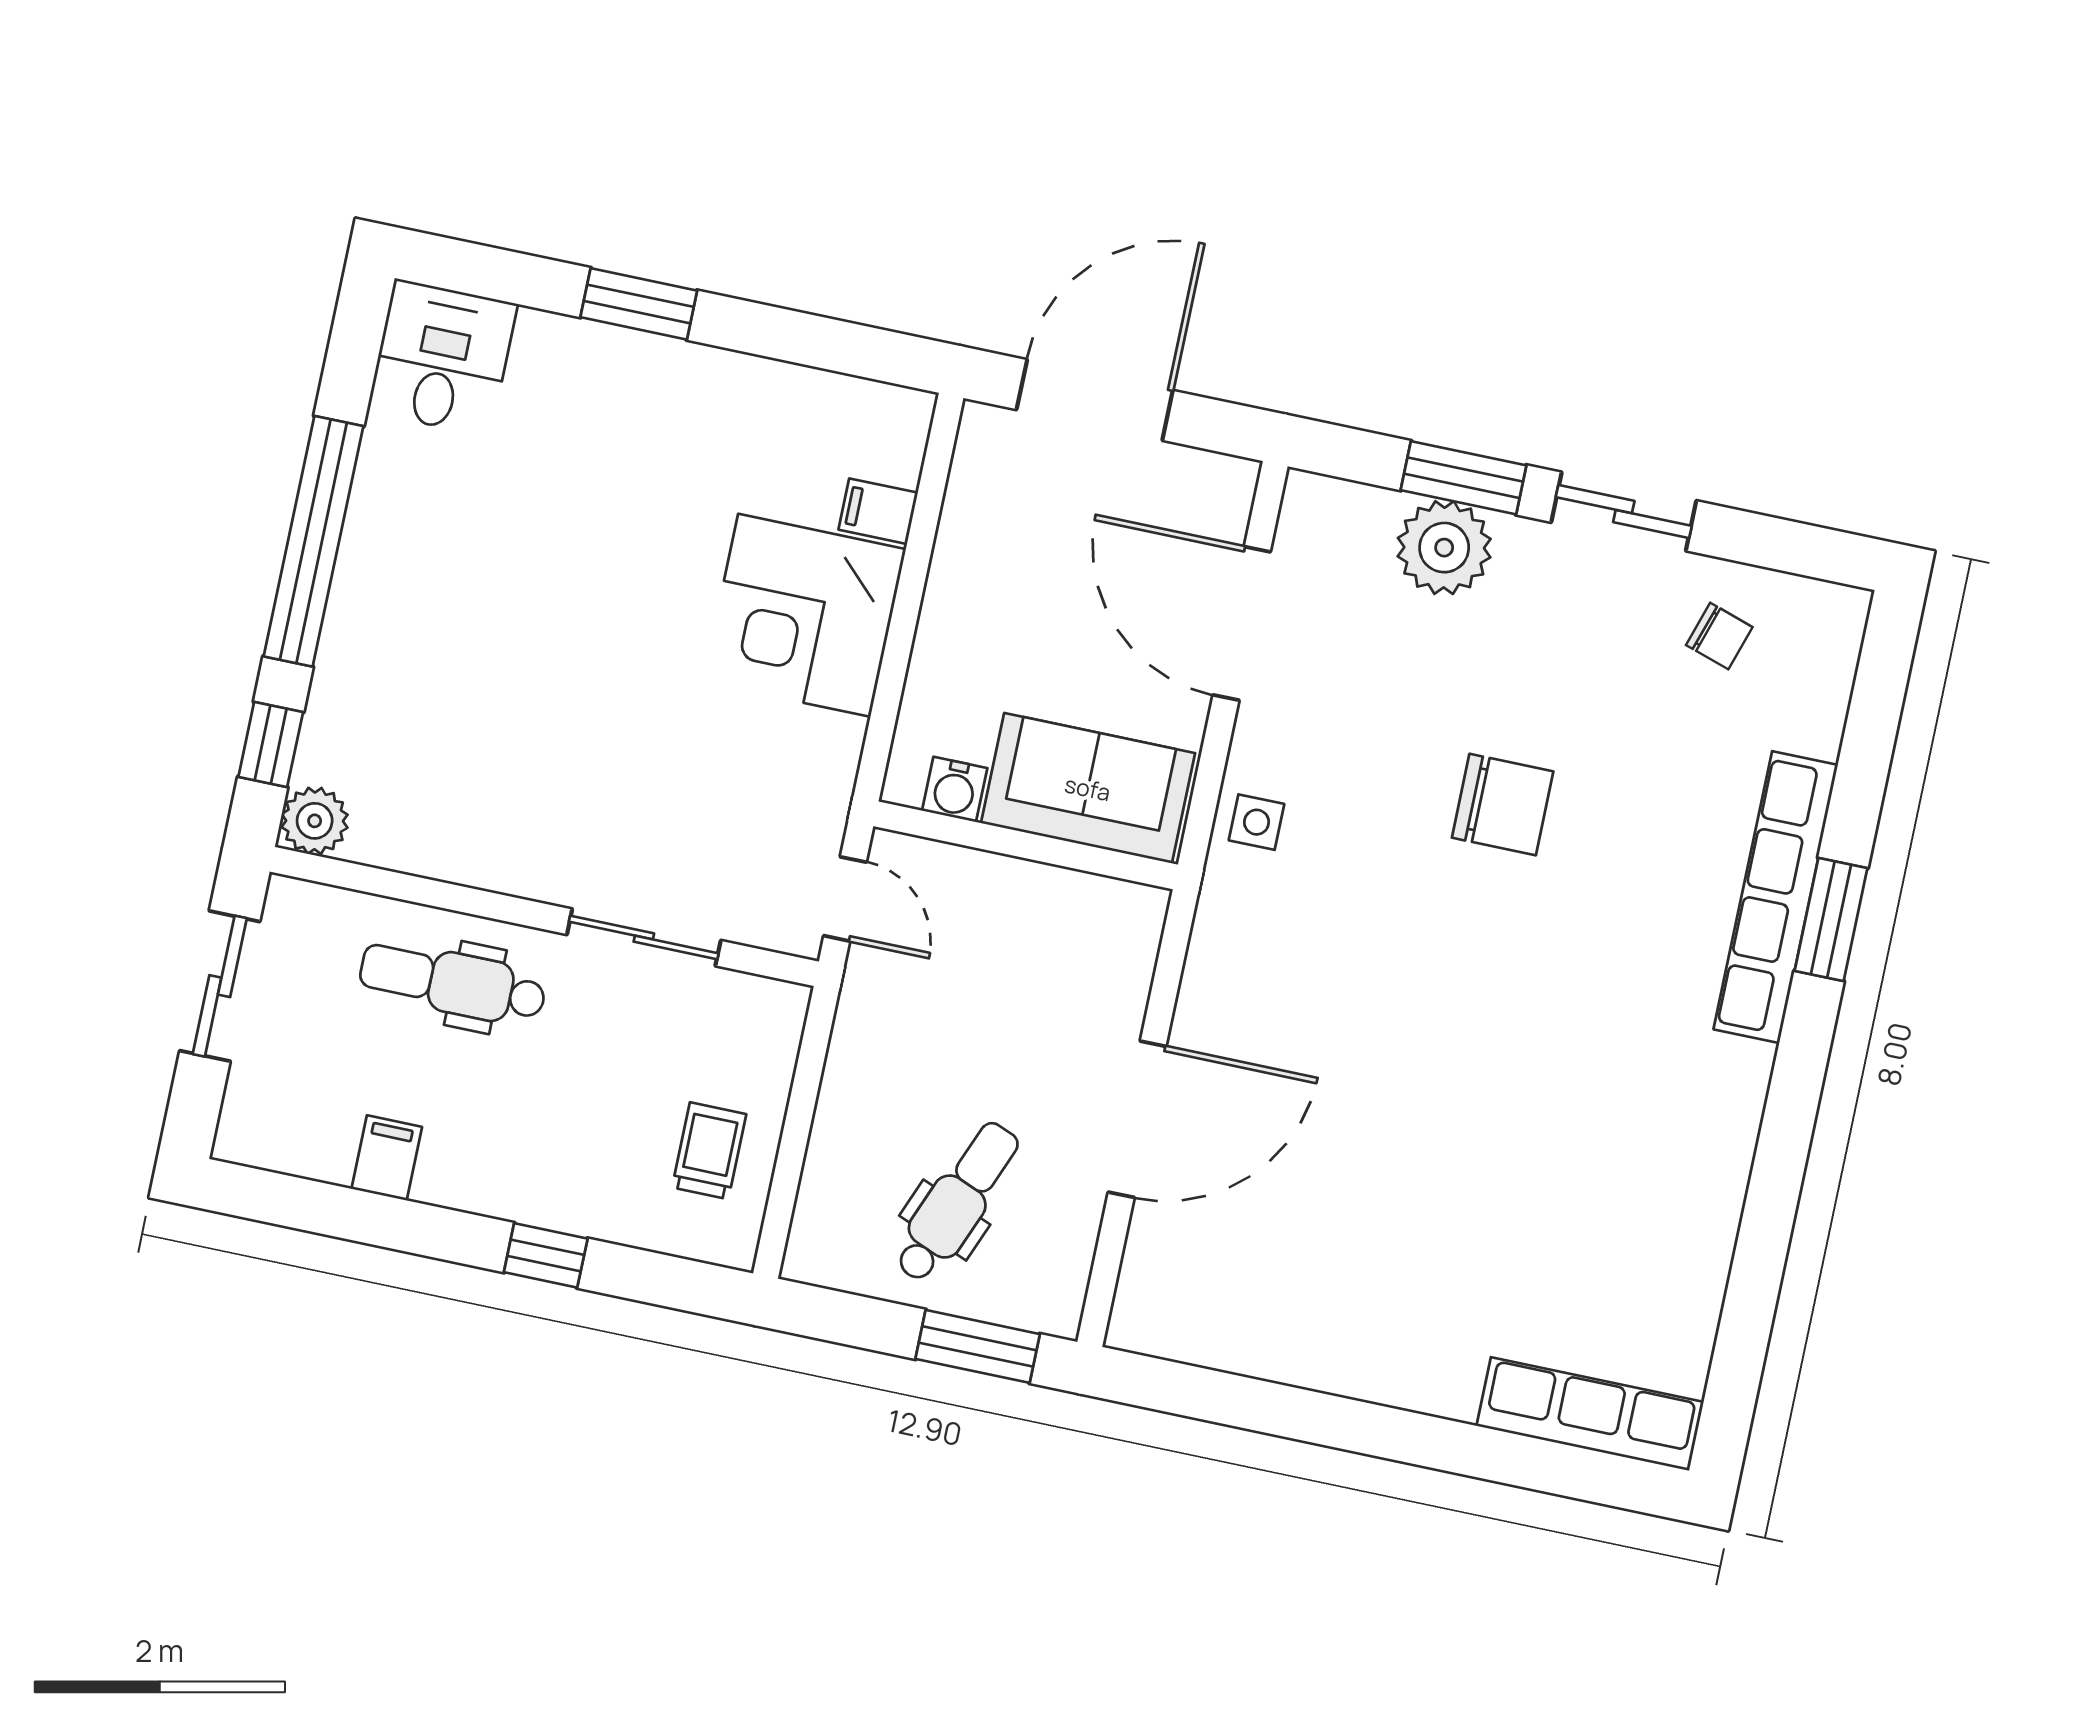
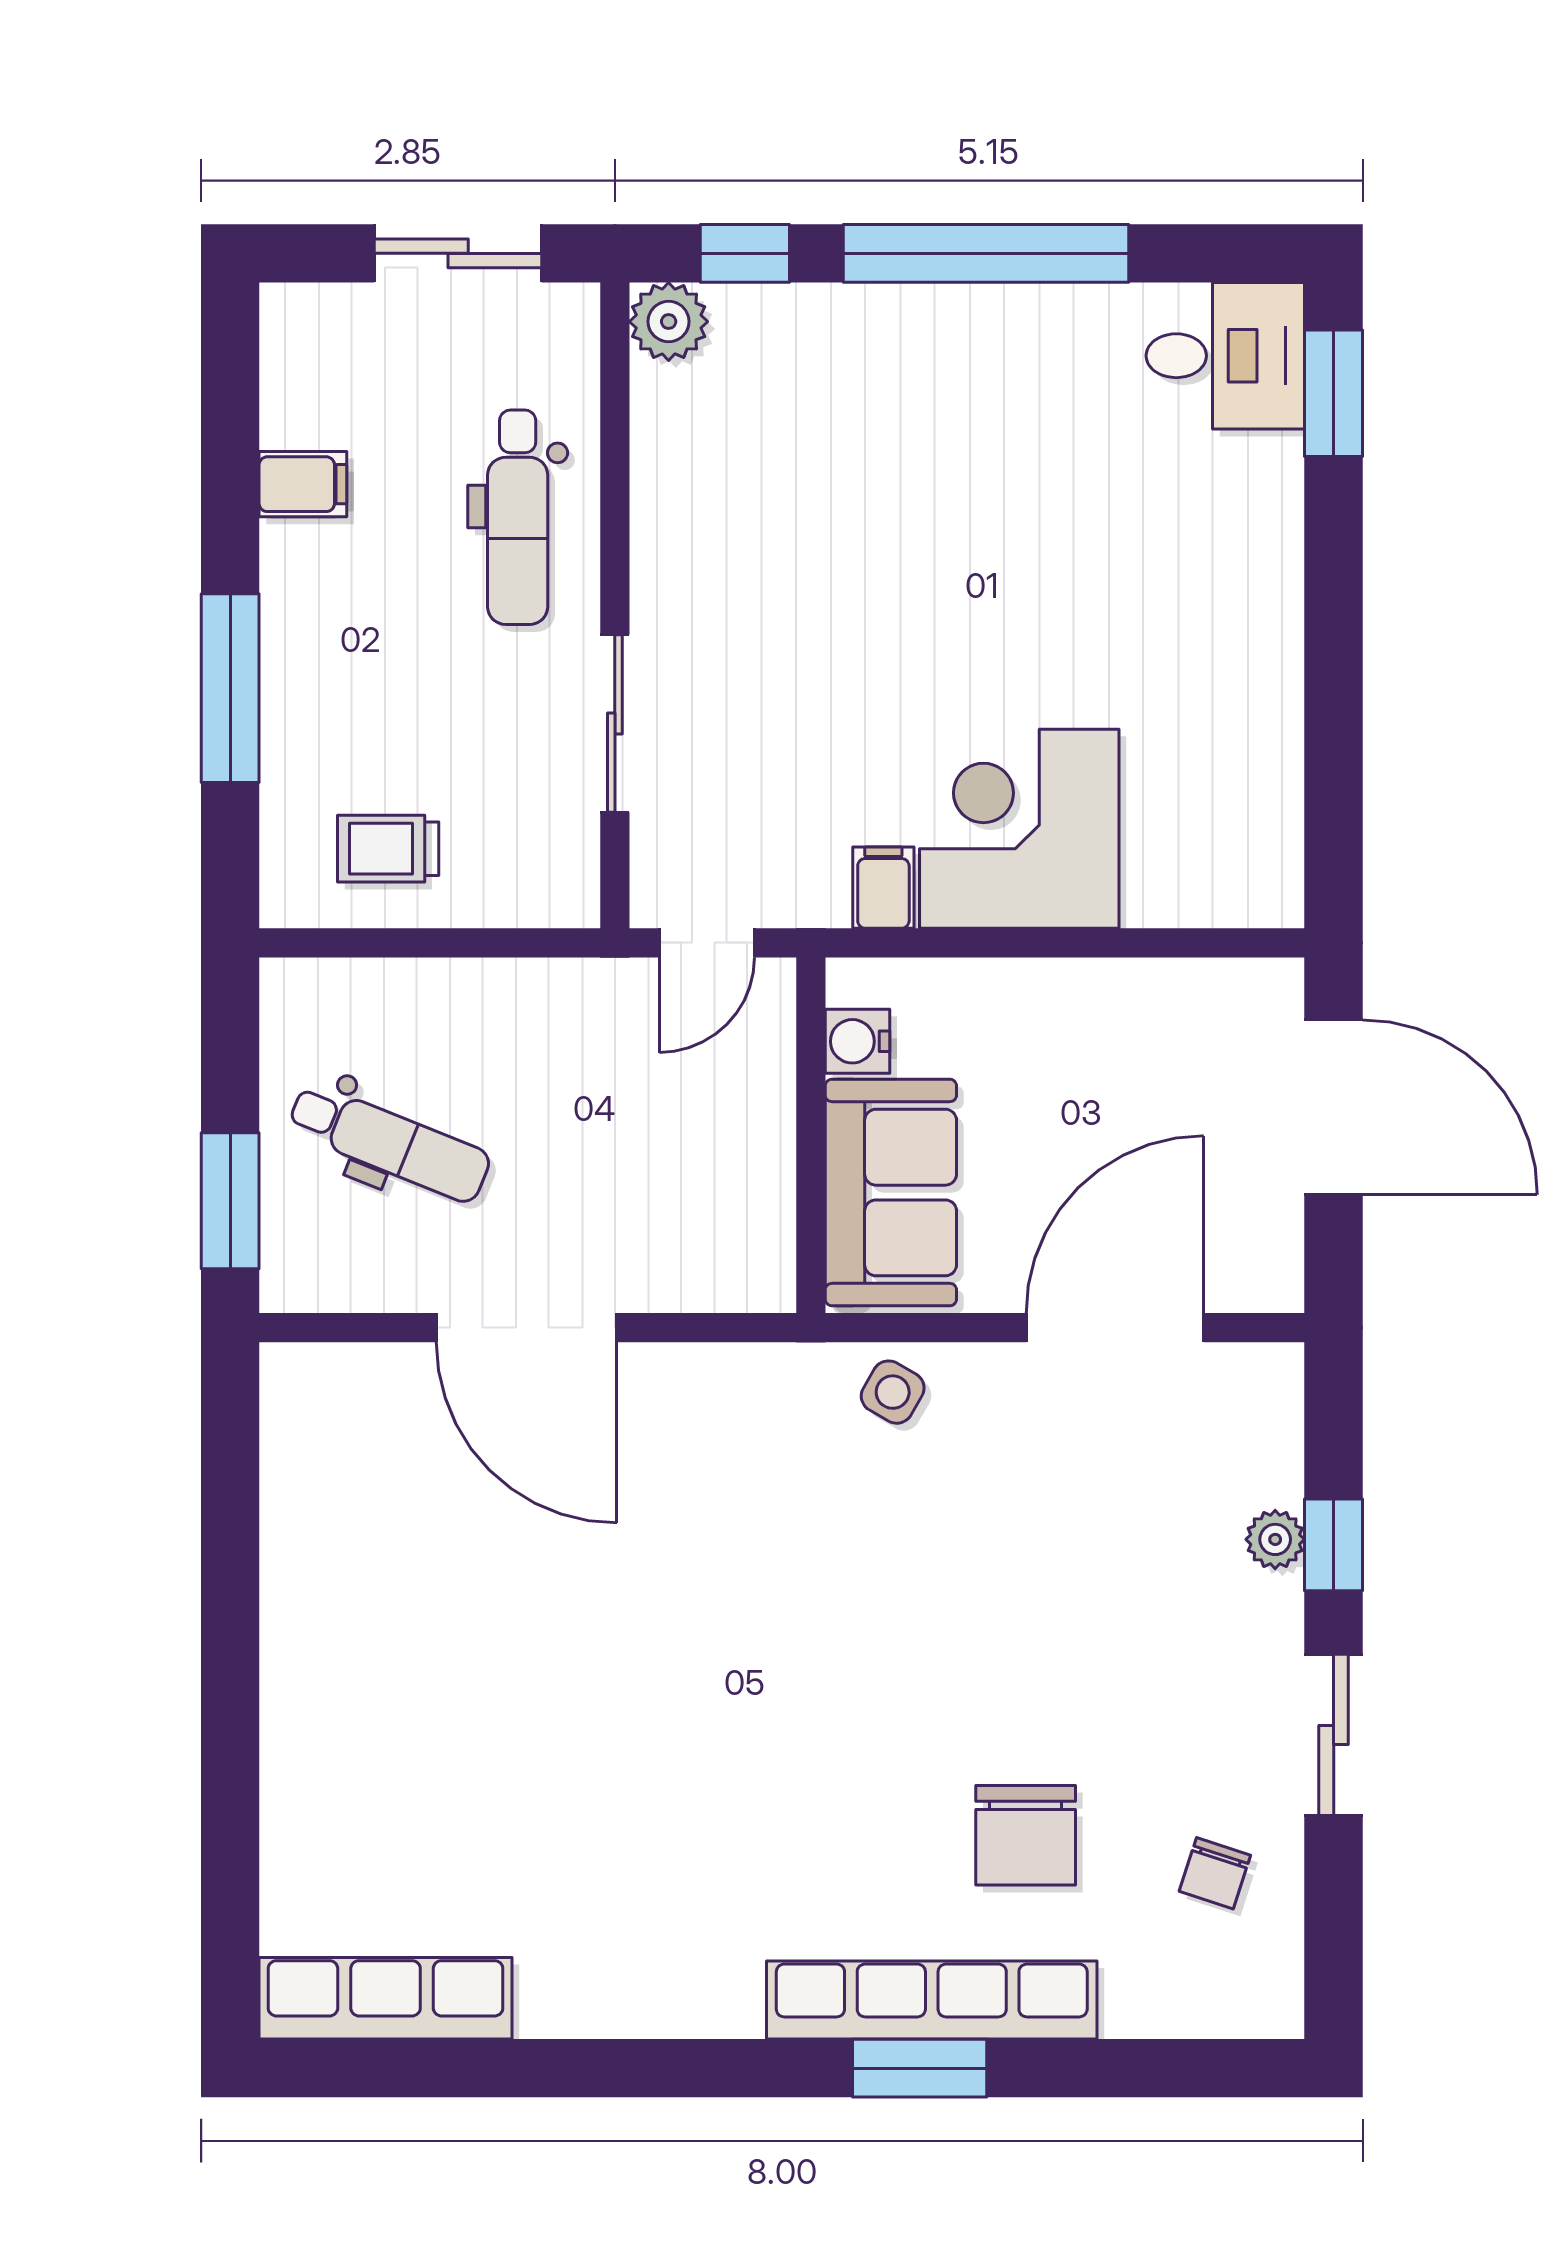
window: (639, 304) -> (1334, 393), moved
window: (1463, 478) -> (1334, 1545), width x0.67
filing cabinet: (878, 511) -> (883, 888), moved
plant: (1444, 548) -> (1275, 1539), width x0.53, depth x0.53
chair: (1503, 805) -> (1026, 1835), moved
side table: (1257, 822) -> (893, 1392), turned 30
dental chair: (453, 983) -> (518, 517), turned 180
trolley: (709, 1151) -> (388, 849), turned 180
window: (546, 1255) -> (230, 688), width x2.17
row of seats: (1590, 1414) -> (386, 1998), moved, turned -90

